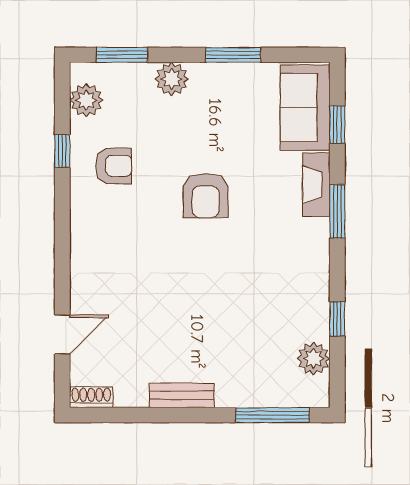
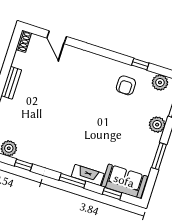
armchair: (206, 195) -> (99, 123), removed

